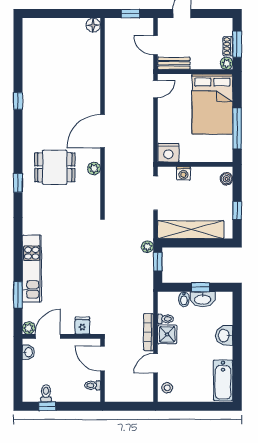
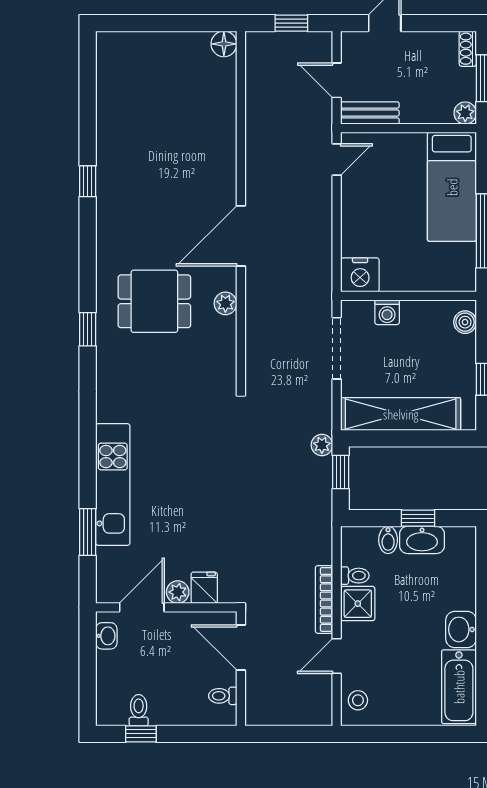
shoe rack: (228, 46) -> (468, 49), moved
bed: (212, 104) -> (452, 187), width x0.67
plant: (29, 328) -> (178, 592), moved
washbasin: (224, 336) -> (461, 629), moved

